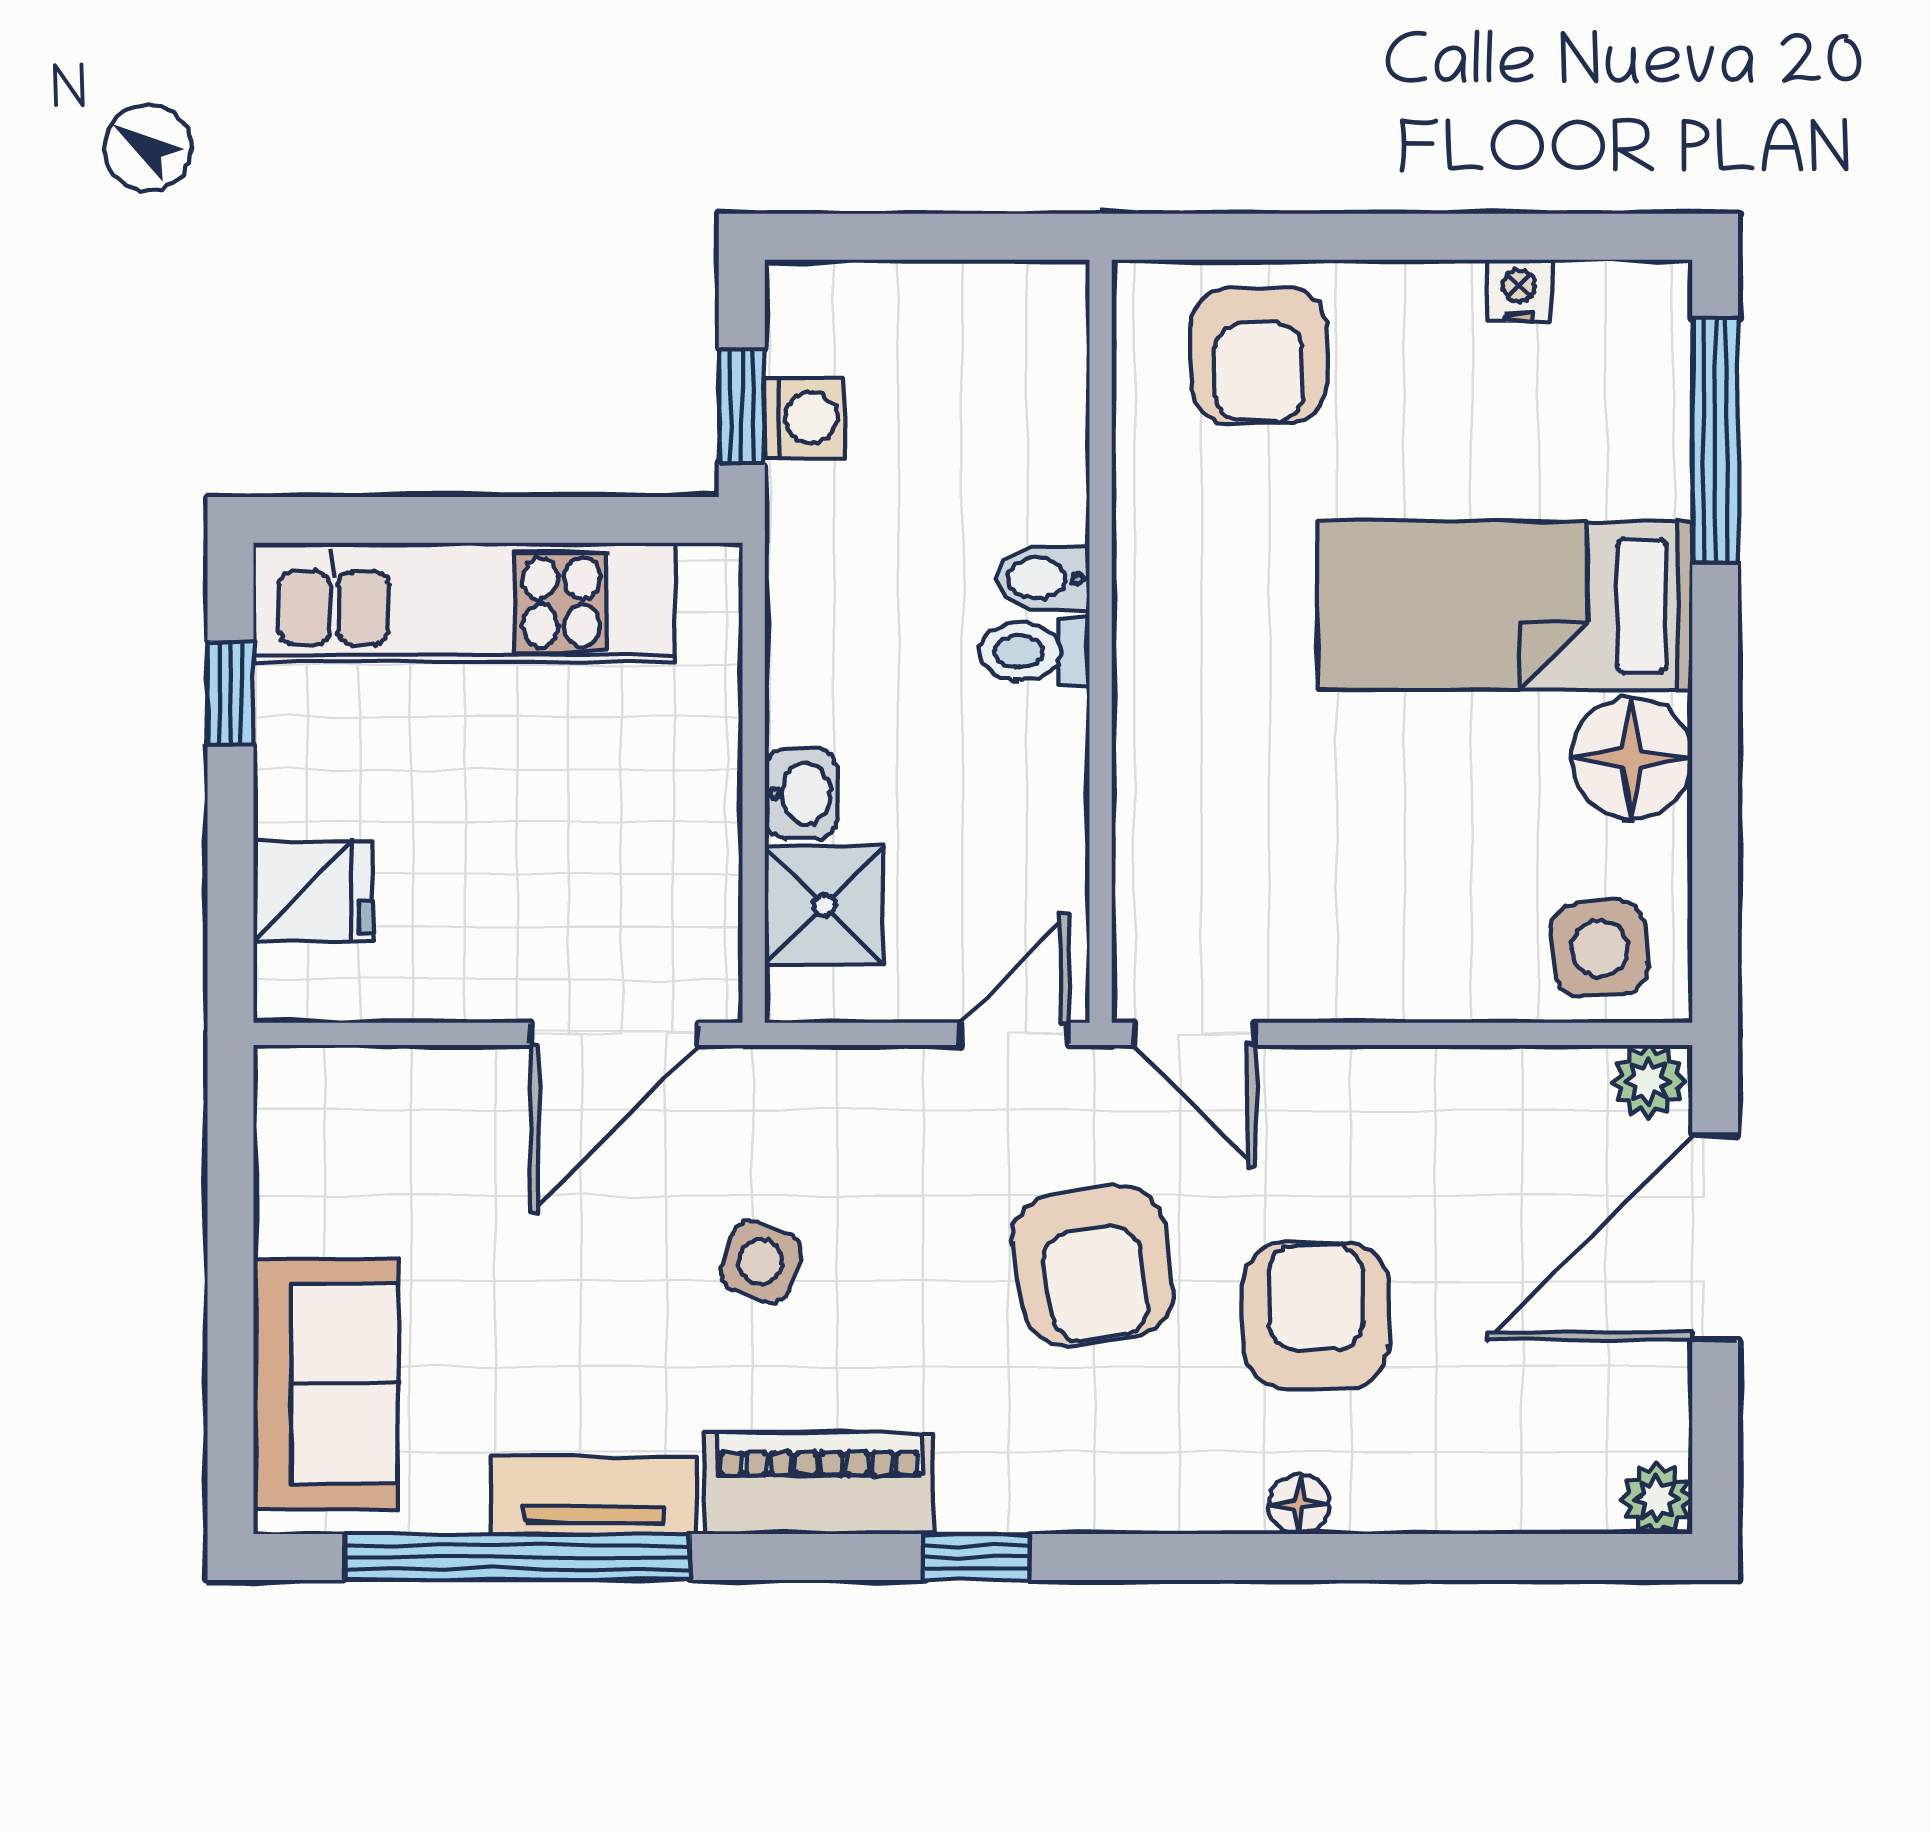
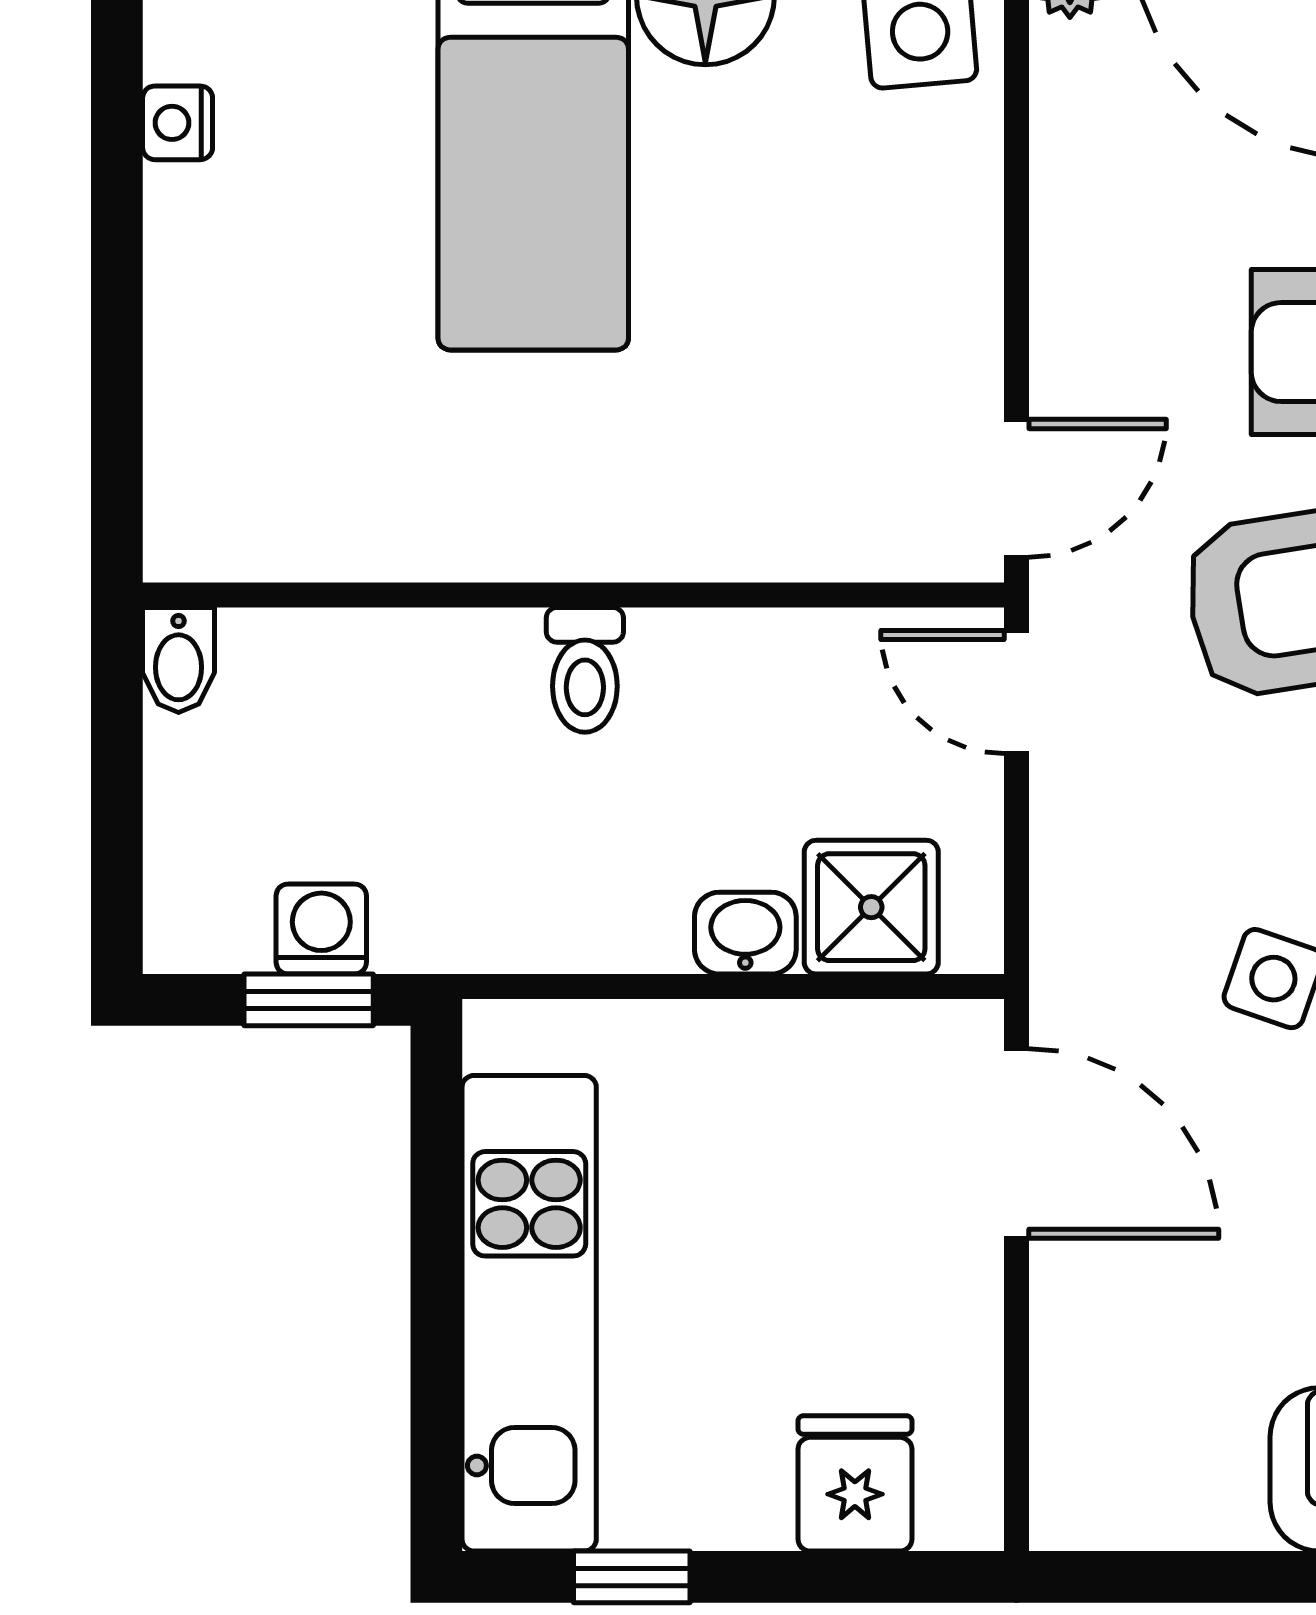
armchair: (1259, 355) -> (251, 416), removed
bidet: (1043, 578) -> (179, 660), moved

